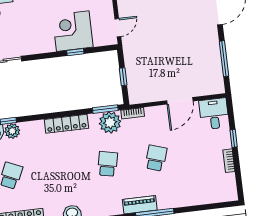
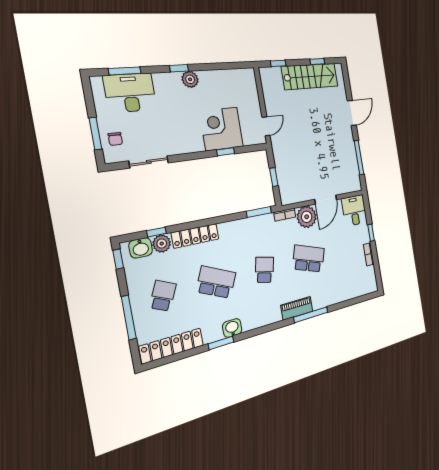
plant: (110, 122) -> (307, 217), moved
locker: (66, 124) -> (195, 236), moved
school desk: (156, 158) -> (309, 259), width x1.85
school desk: (59, 170) -> (216, 282), added

